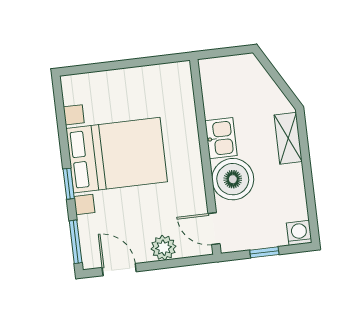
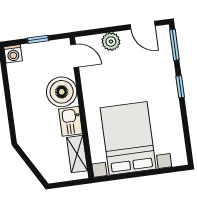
shelving: (288, 138) -> (77, 154), moved
bed with nightstands: (117, 155) -> (128, 138), moved, turned 90

